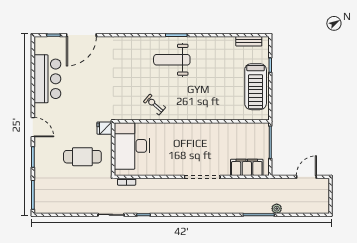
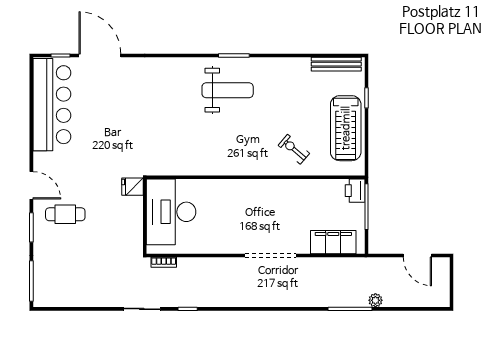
door: (81, 35) -> (100, 56), swing flipped
bench: (249, 41) -> (336, 64), width x1.36
weight bench: (172, 60) -> (228, 90), turned 180
bar counter: (47, 79) -> (52, 105), width x1.36
exercise bike: (154, 105) -> (294, 149), moved
printer: (262, 131) -> (355, 191), added
cafe table: (82, 157) -> (65, 214), moved, width x0.73, depth x0.74
door: (306, 177) -> (417, 256), swing flipped

